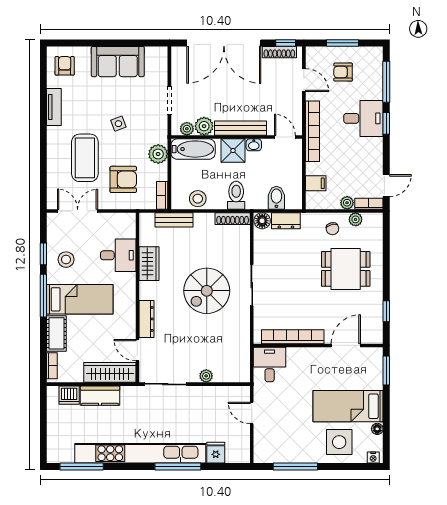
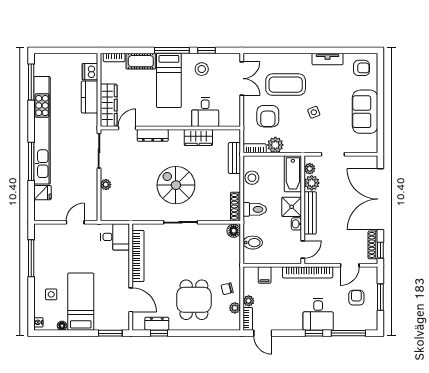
plant: (158, 154) -> (275, 145), moved
dresser: (286, 221) -> (157, 324), moved, turned 90
side table: (339, 442) -> (51, 294), width x0.54, depth x0.54

